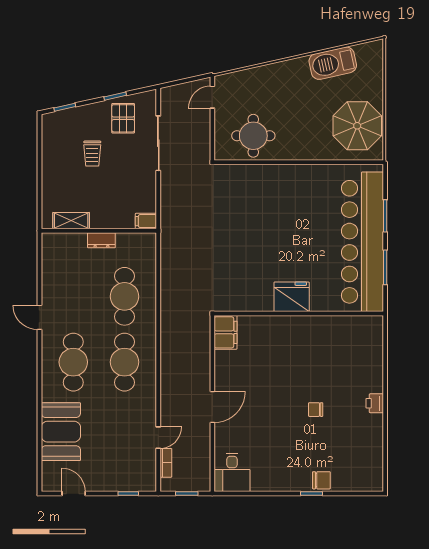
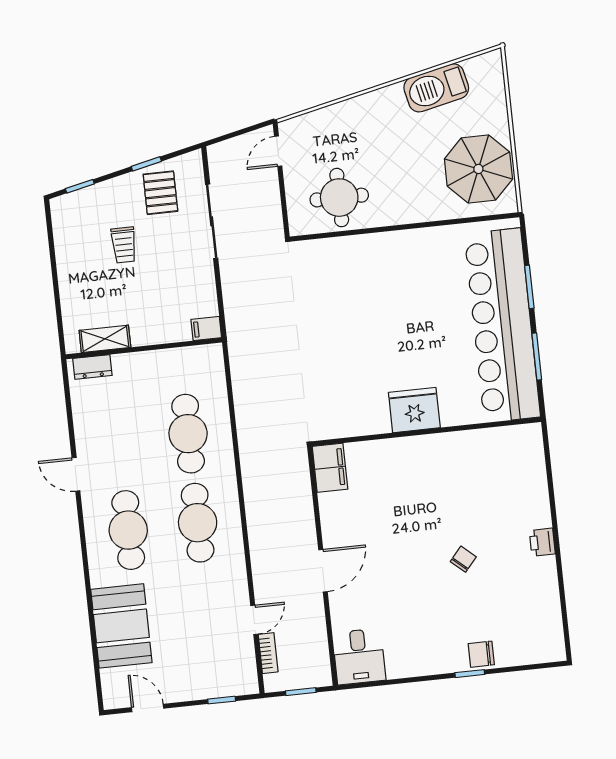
dresser: (101, 240) -> (92, 367), moved
chair: (316, 410) -> (463, 559), turned 131
chair: (321, 480) -> (481, 654), turned 180

